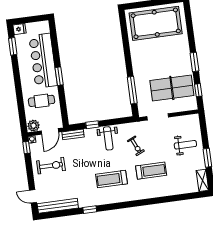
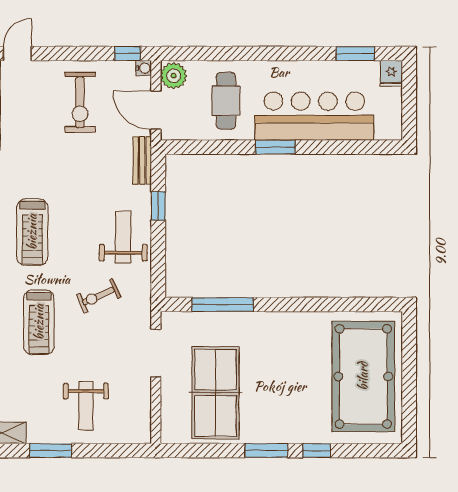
window: (198, 90) -> (317, 451), moved
weight bench: (108, 138) -> (123, 237), turned 90
treadmill: (111, 179) -> (32, 232), turned 180

